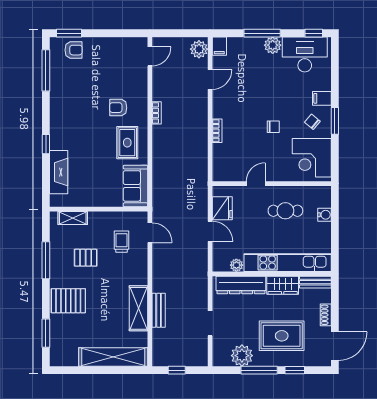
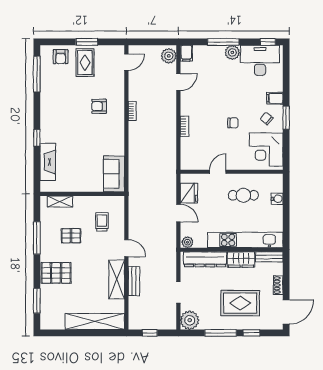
window: (69, 33) -> (87, 42), moved
armchair: (74, 50) -> (61, 57), turned 90
rug: (127, 143) -> (85, 63), moved
door: (150, 233) -> (126, 248), moved
plant: (236, 265) -> (187, 242), moved
plant: (242, 356) -> (190, 320), moved

